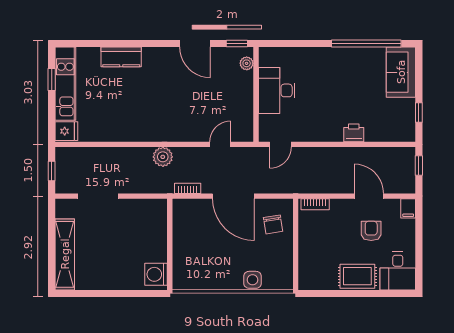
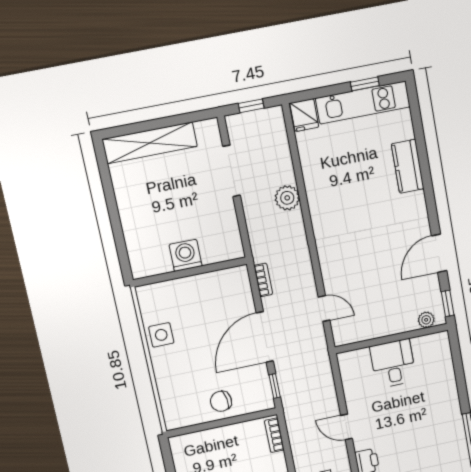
desk: (277, 90) -> (393, 364), width x0.73
door: (280, 144) -> (346, 427), moved
plant: (163, 157) -> (287, 198), moved
window: (275, 196) -> (275, 386), added
chair: (273, 224) -> (221, 401), moved
washing machine: (156, 274) -> (186, 255), moved
side table: (253, 280) -> (161, 335), moved

